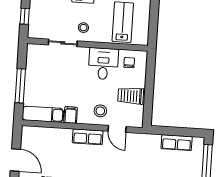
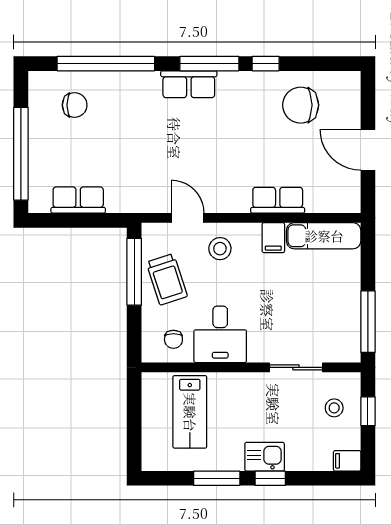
stool: (83, 28) -> (334, 408), moved
window: (20, 86) -> (368, 322), moved
trolley: (131, 96) -> (167, 279), turned 72
window: (148, 101) -> (134, 272), added
row of seats: (88, 137) -> (278, 200), moved

